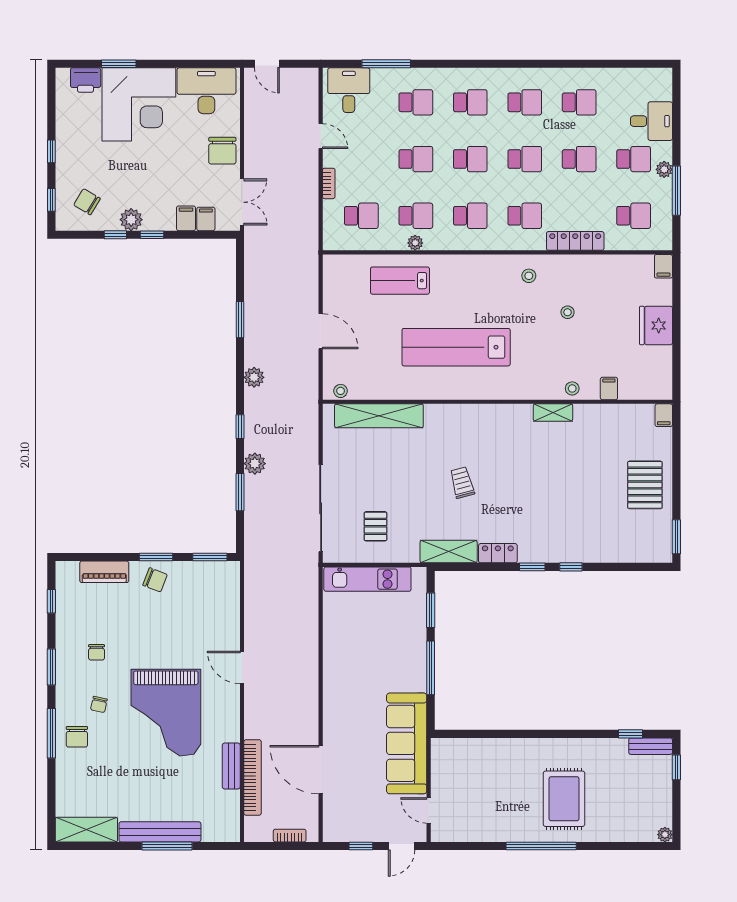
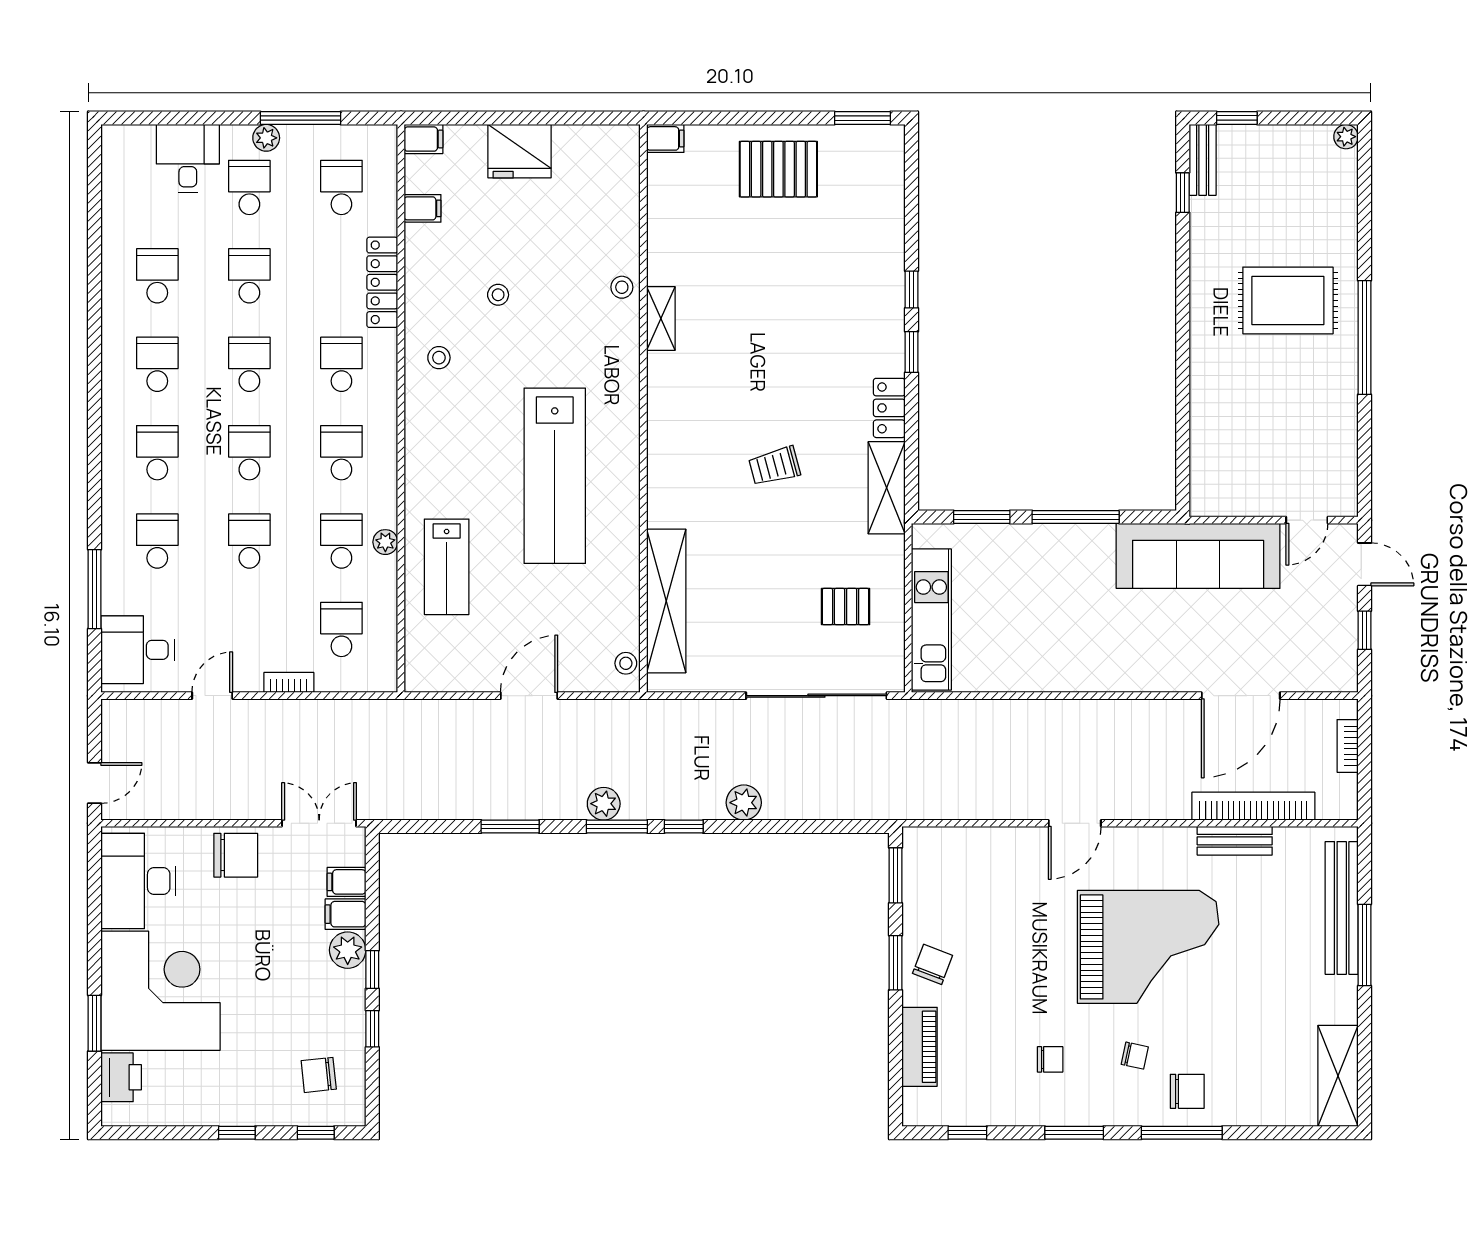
chair: (87, 202) -> (319, 1075), turned 53
plant: (131, 220) -> (348, 950), moved
filing cabinet: (609, 388) -> (423, 208), moved, turned 180
window: (240, 492) -> (617, 826), moved
bench: (160, 832) -> (1342, 908), moved

